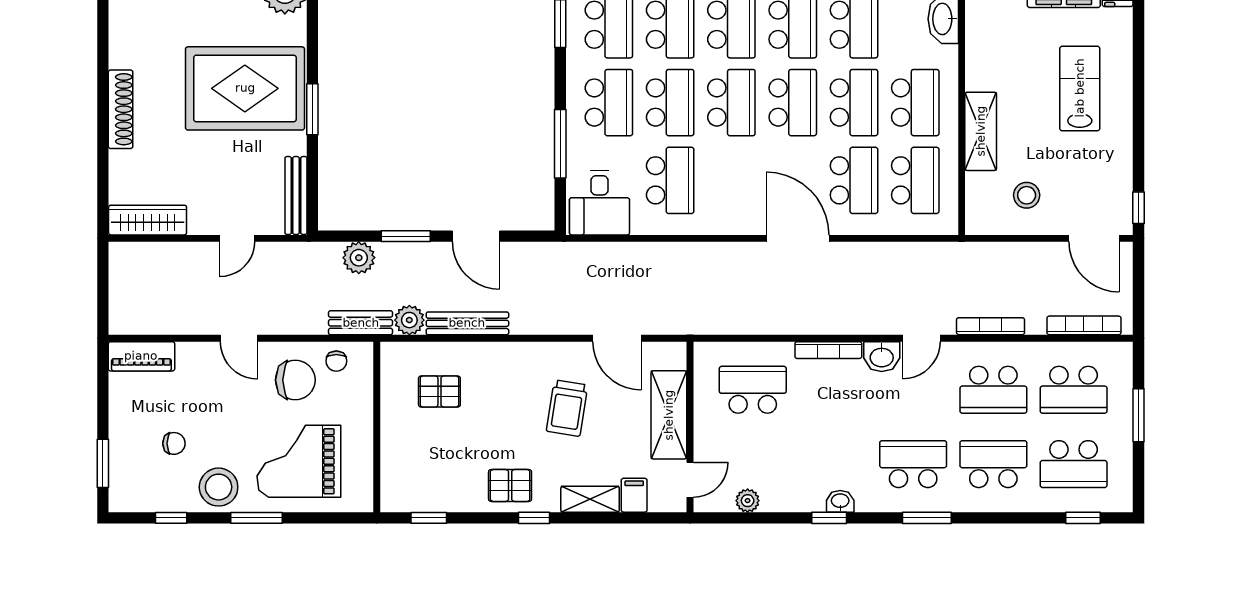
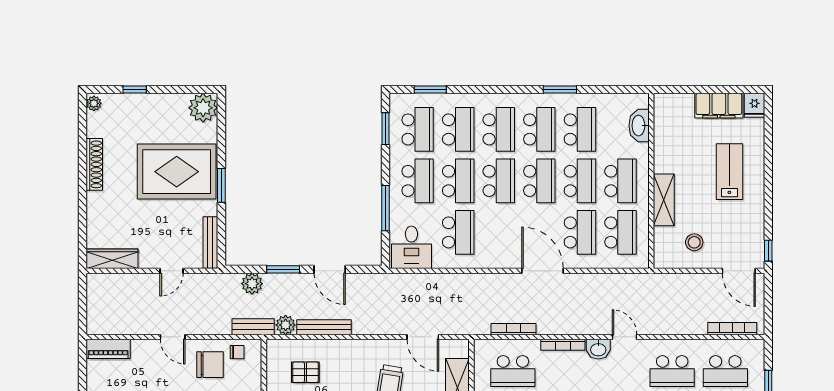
shoe rack: (121, 109) -> (94, 164), moved
bookcase: (991, 326) -> (513, 329), moved
door: (921, 338) -> (625, 337), swing flipped
chair: (336, 361) -> (237, 352), turned -90
school desk: (753, 390) -> (513, 371), turned 180

